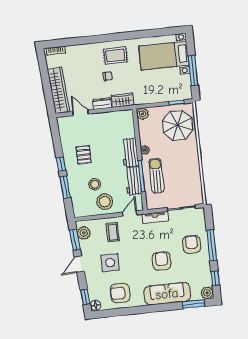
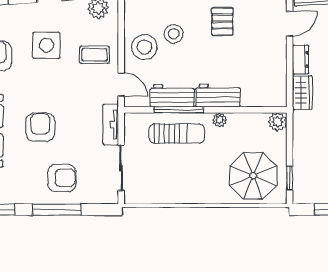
pallet: (84, 155) -> (222, 21), turned 90
armchair: (162, 261) -> (40, 127), turned -90

